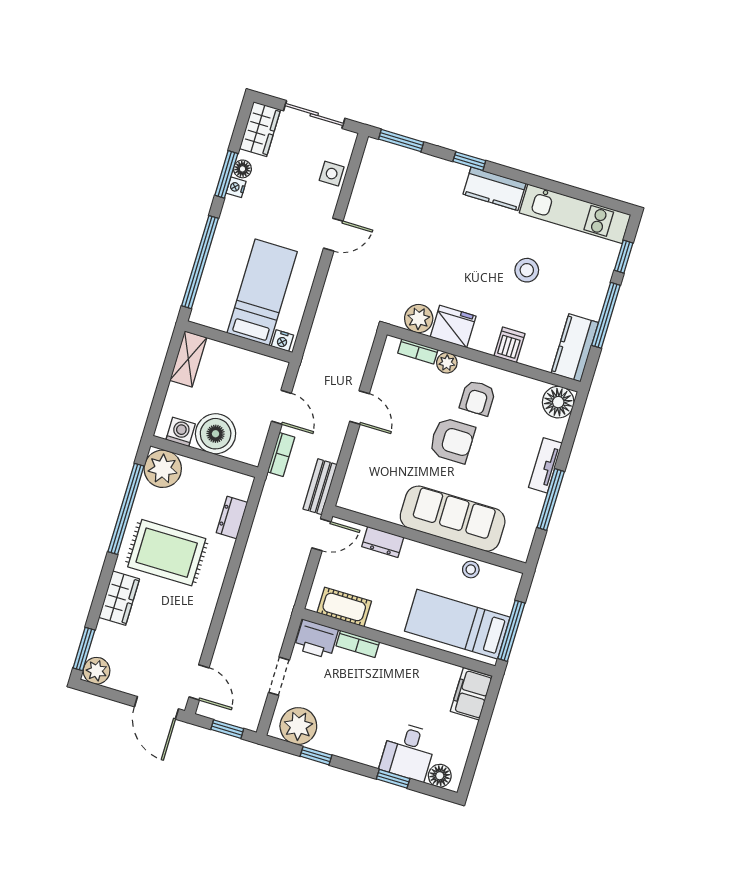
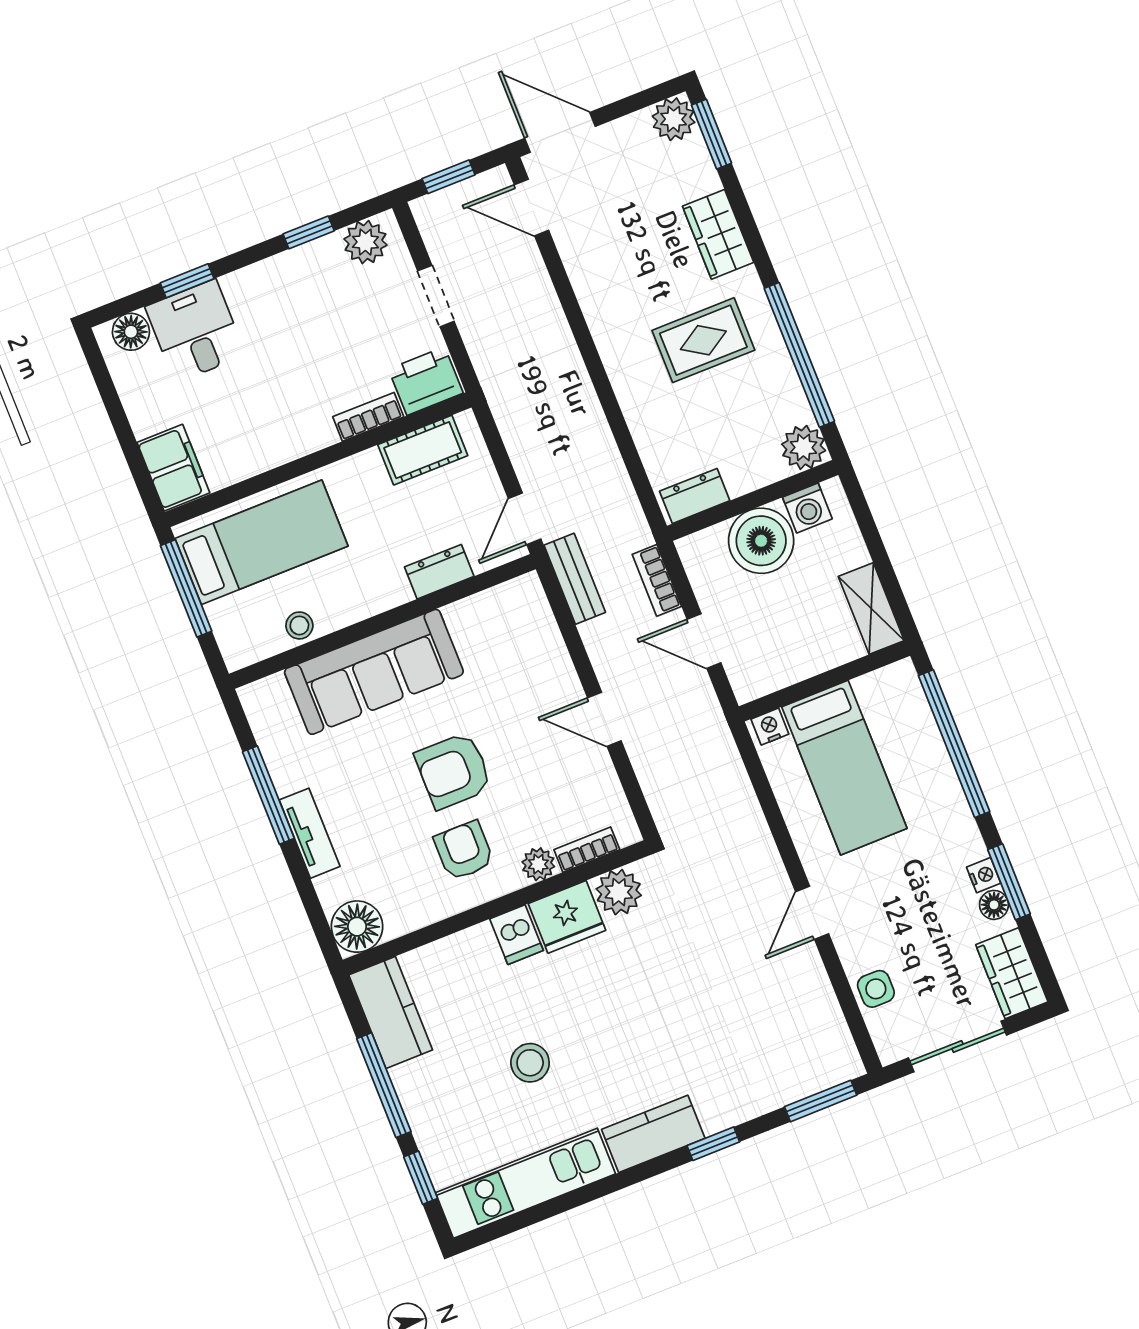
dishwasher: (509, 345) -> (517, 935), moved
plant: (163, 469) -> (804, 447), width x0.73, depth x0.73
dresser: (232, 518) -> (695, 496), moved, turned -90
rug: (167, 553) -> (703, 340), width x0.73, depth x0.70
plant: (298, 726) -> (365, 242), width x0.73, depth x0.73

